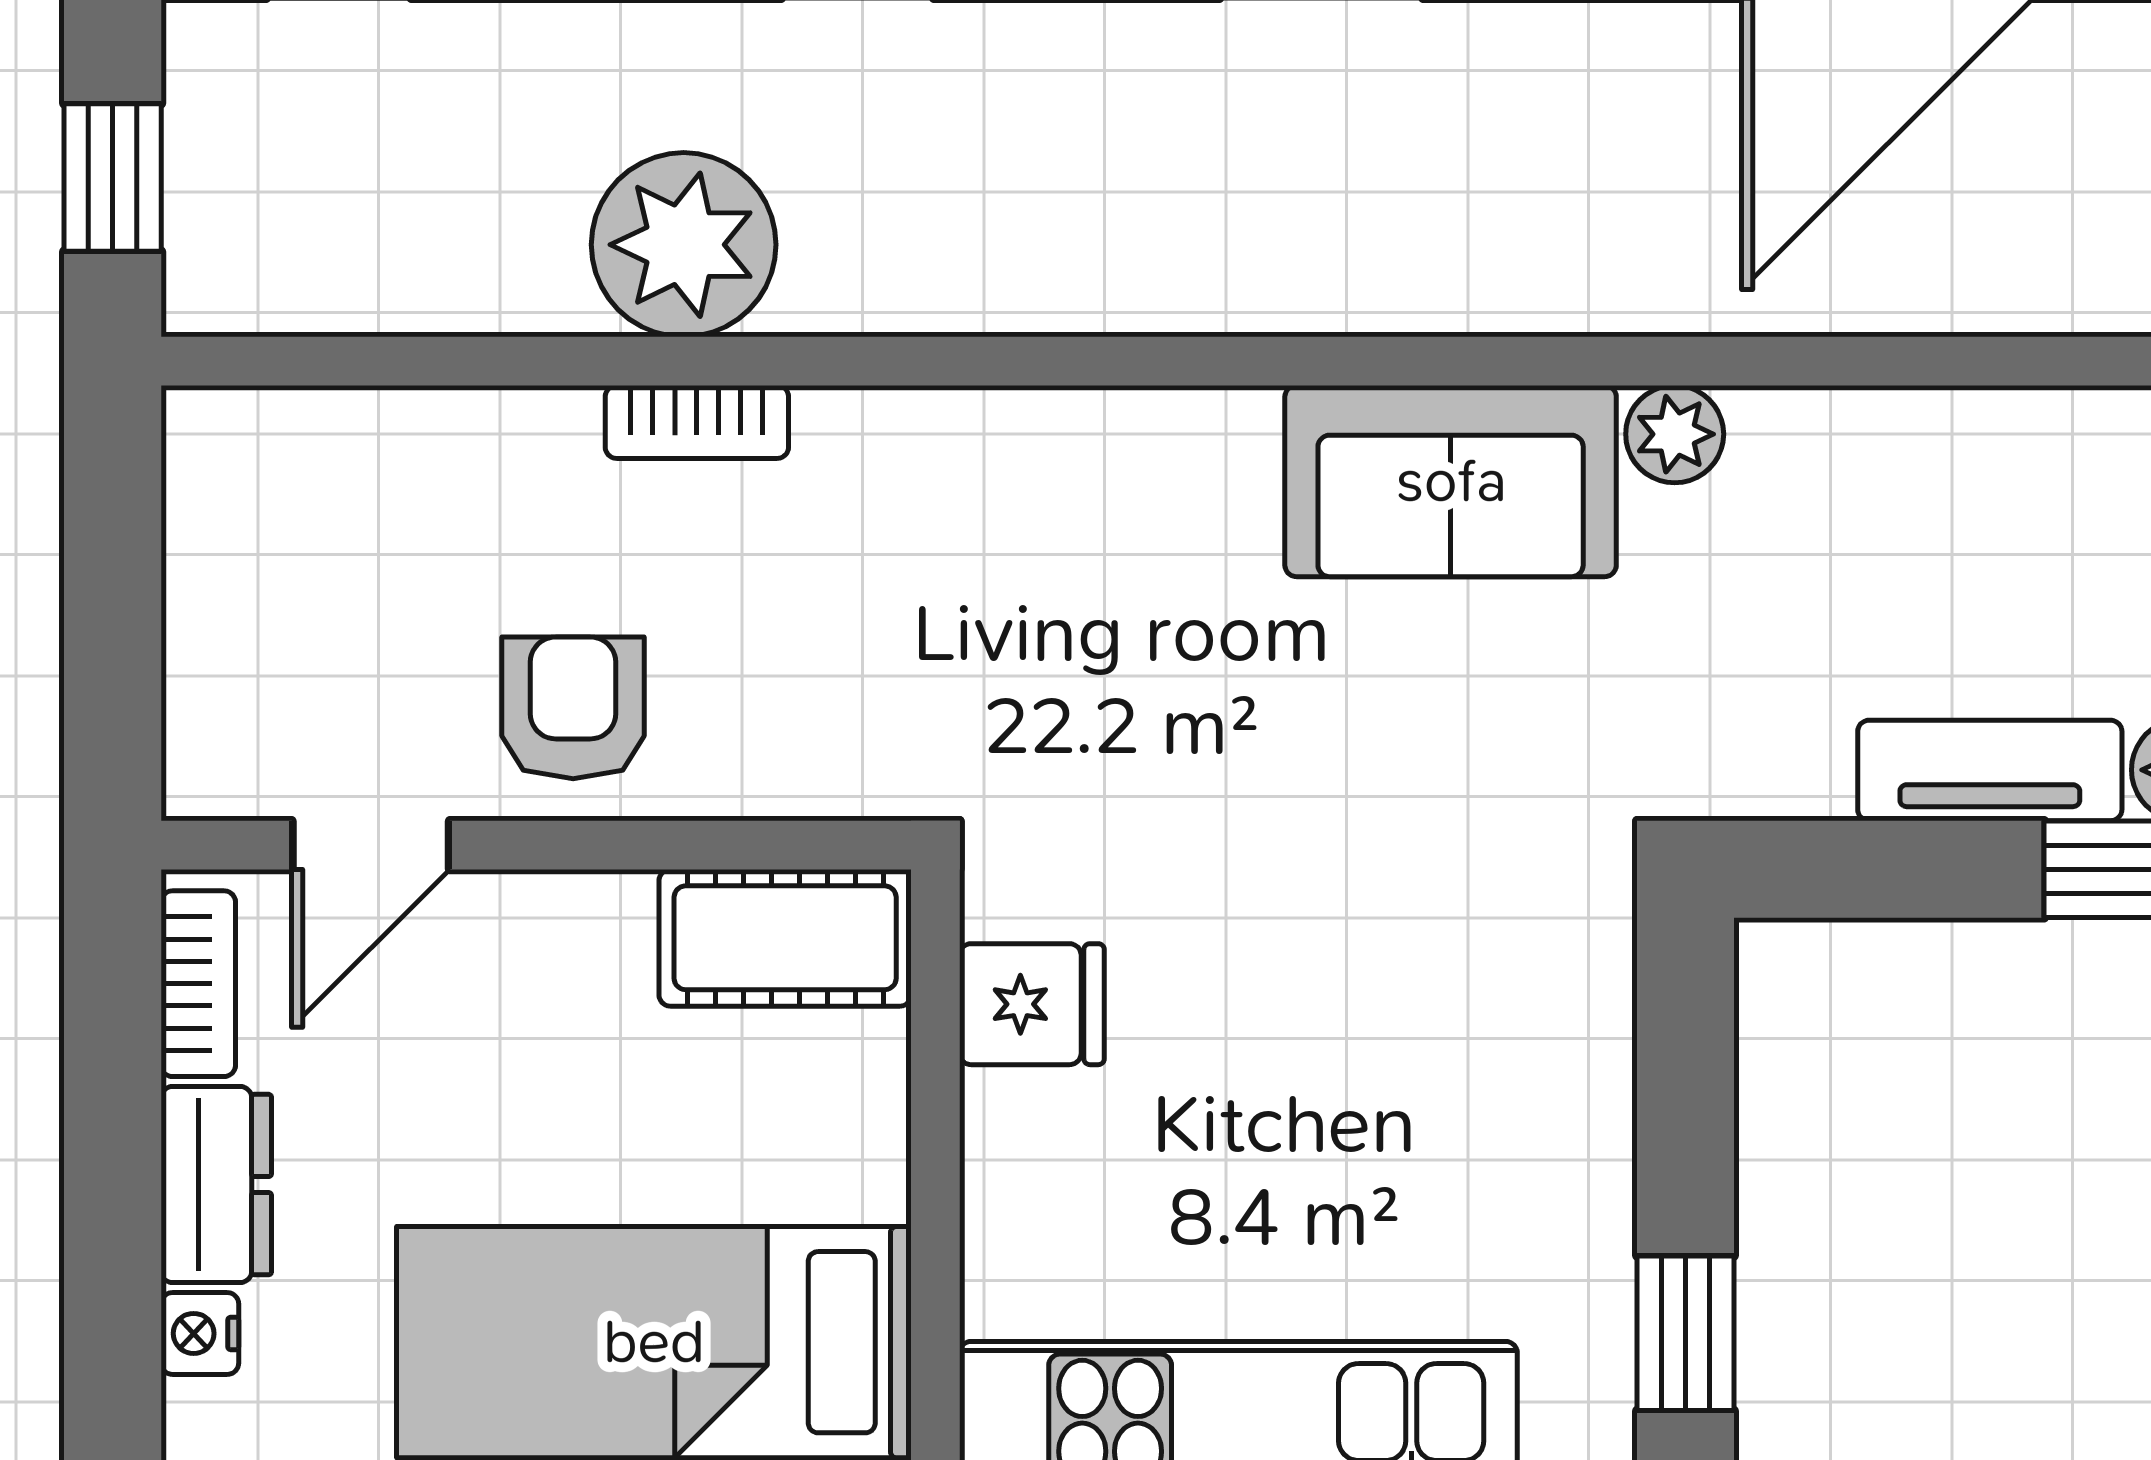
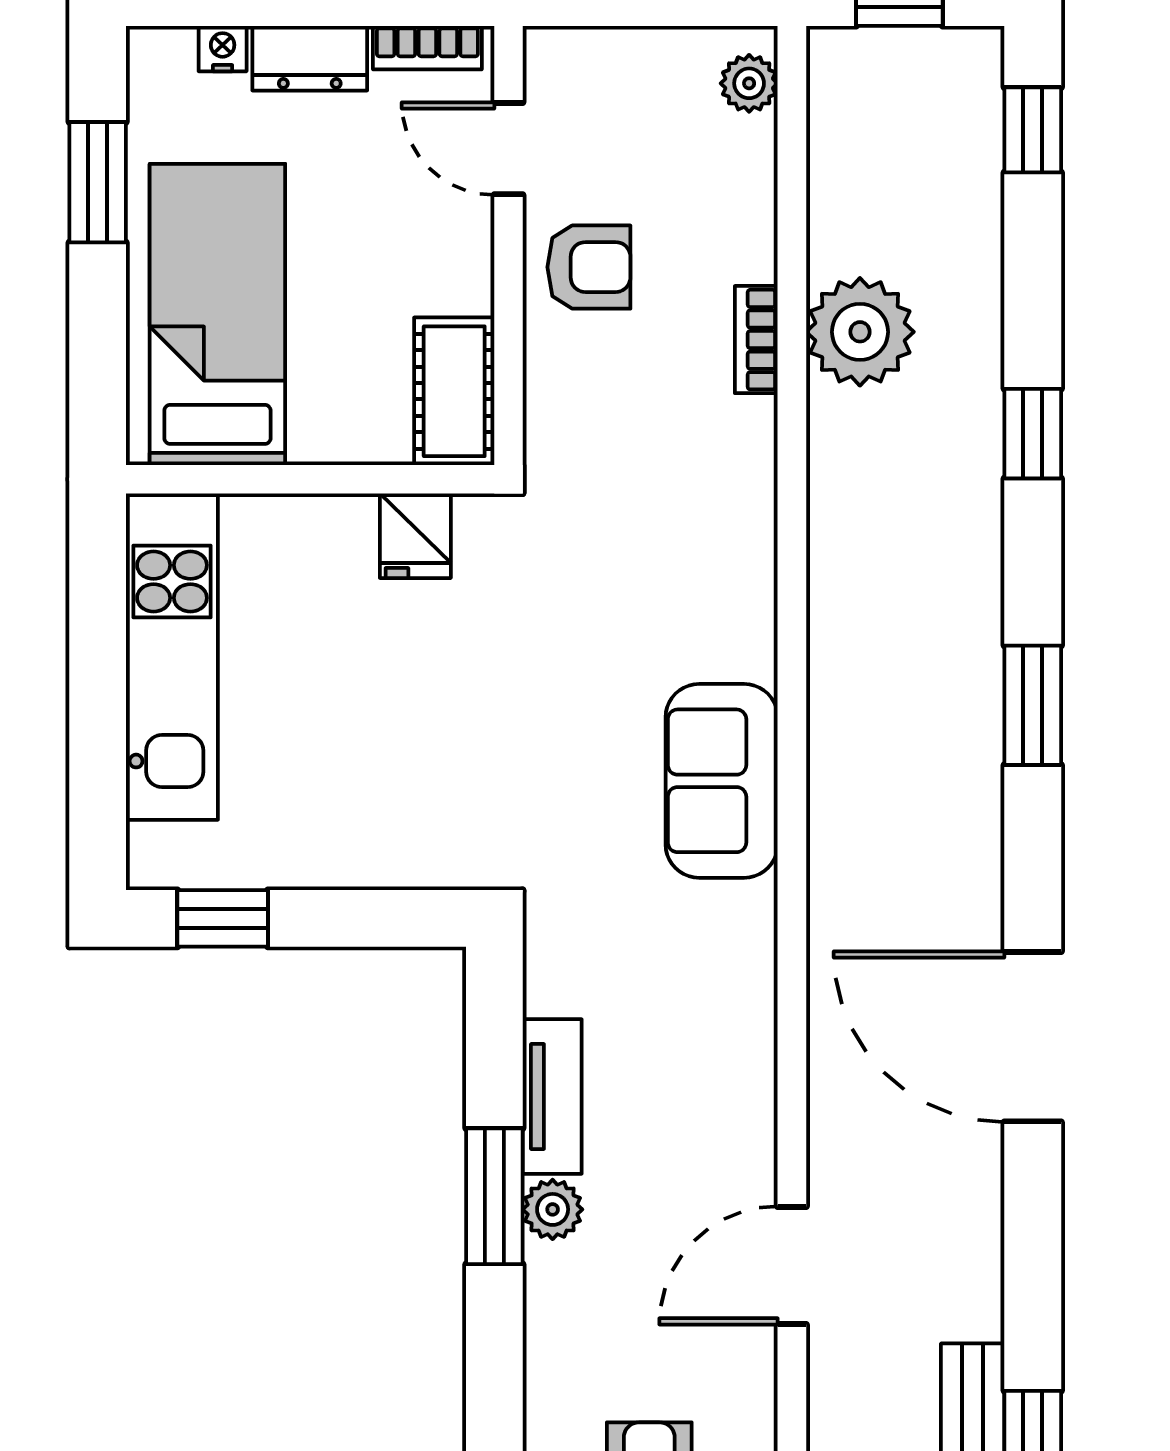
plant: (1675, 434) -> (749, 83), moved

